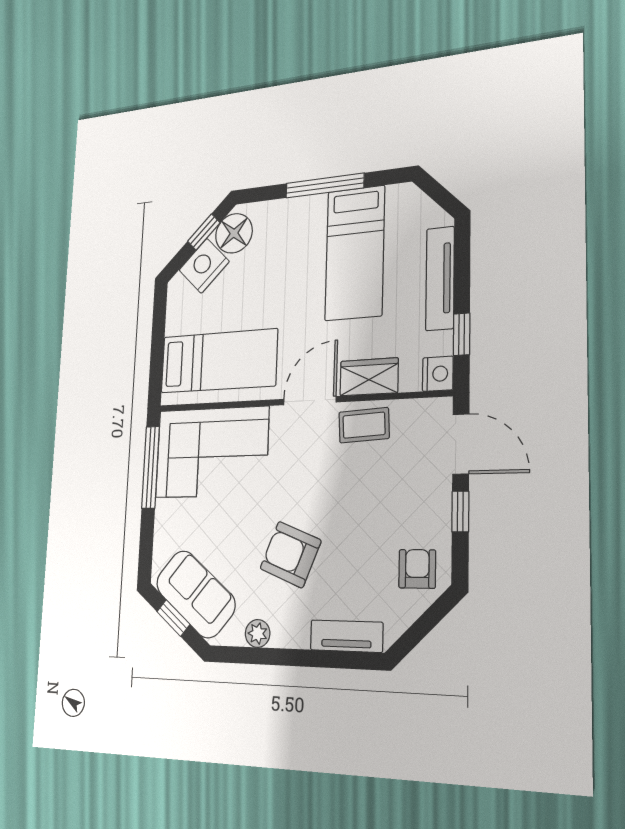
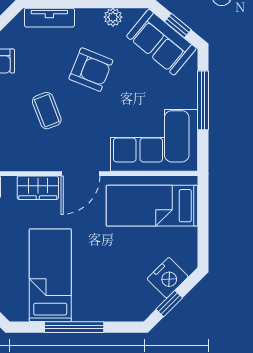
floor lamp: (234, 233) -> (144, 300), removed
coffee table: (364, 425) -> (47, 111), moved, turned 72
window: (151, 467) -> (203, 100), moved

